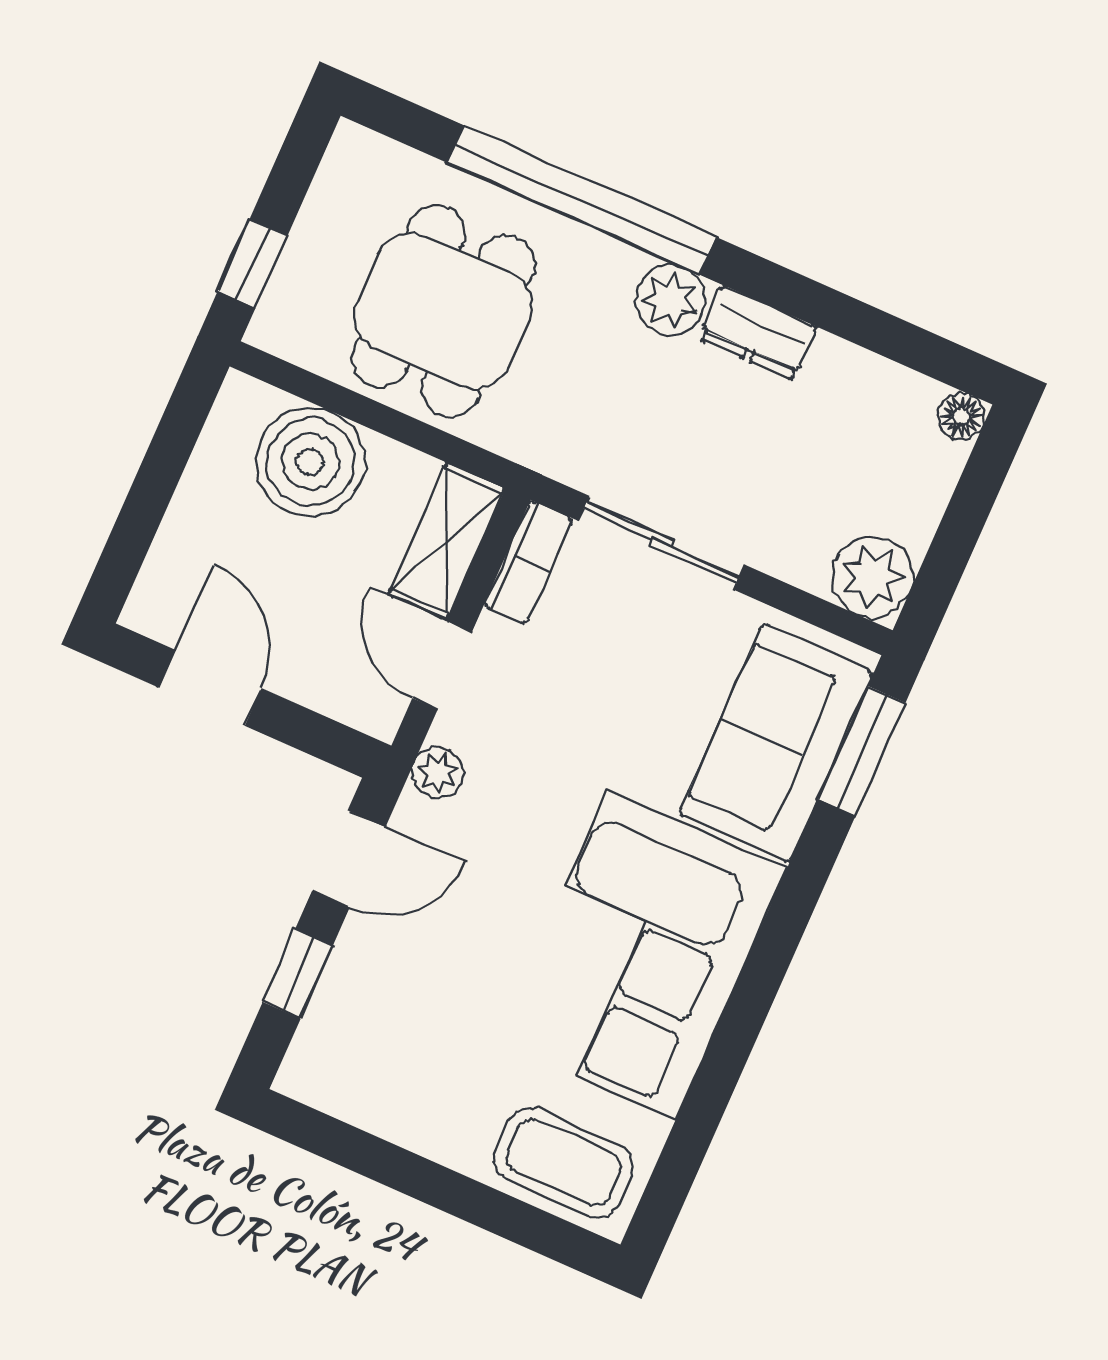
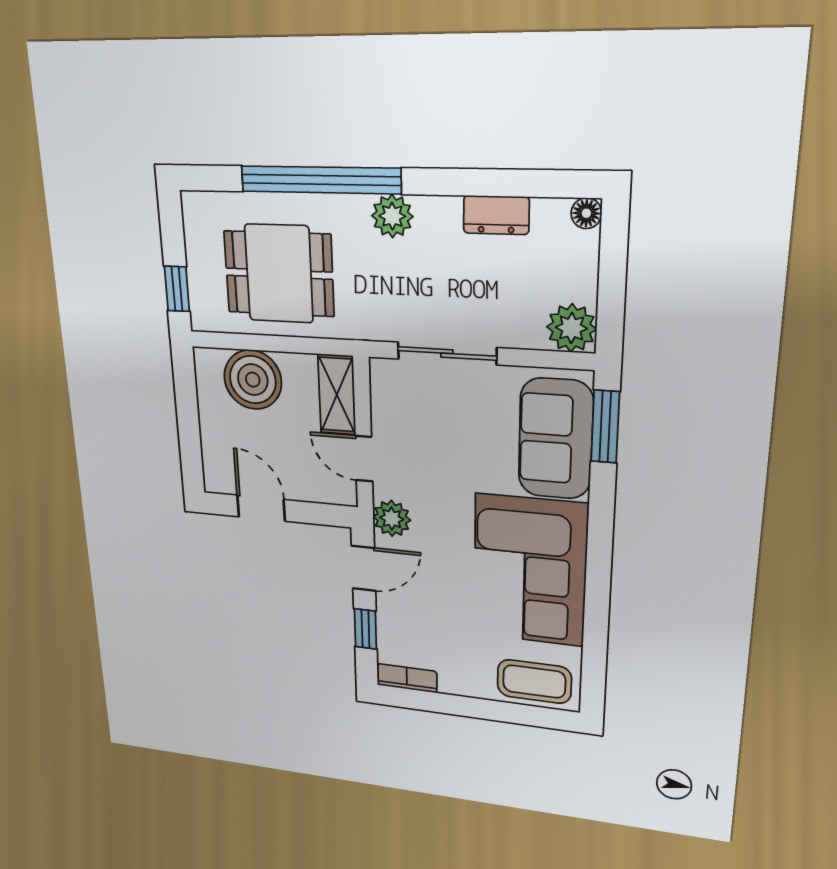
dining table: (443, 311) -> (279, 274), turned 90
dresser: (758, 333) -> (496, 215), moved
bookcase: (528, 562) -> (407, 678), moved, turned -90
plant: (437, 773) -> (392, 518), width x1.38, depth x1.38

